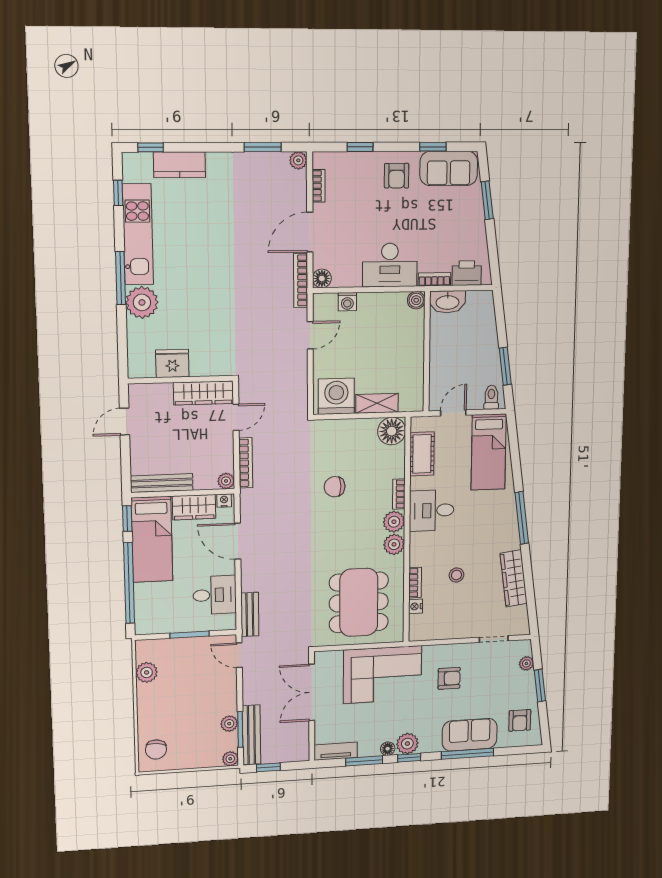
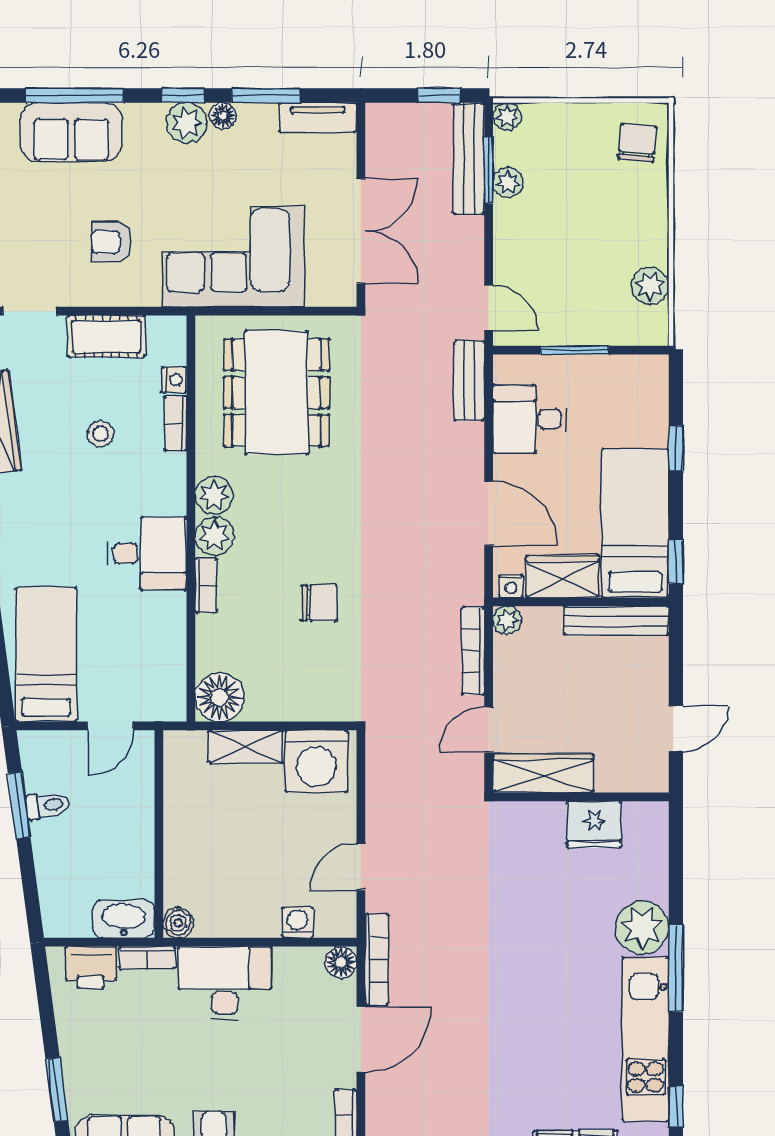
toilet: (491, 397) -> (48, 805), moved, turned -98
cot: (422, 454) -> (106, 336), moved, turned 90
window: (129, 583) -> (676, 448), width x0.32

